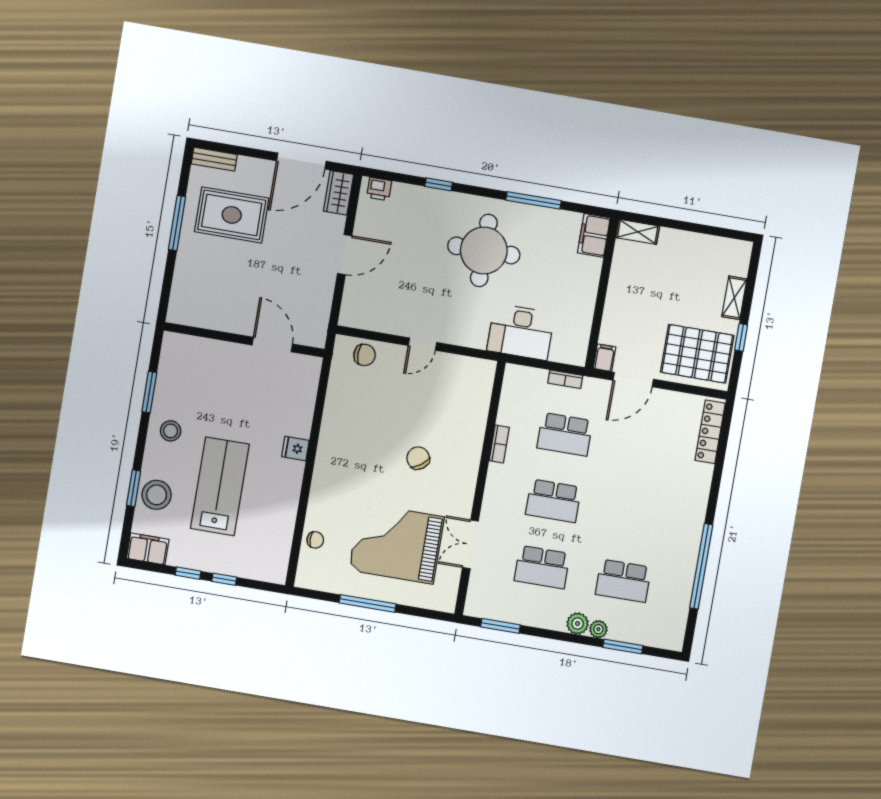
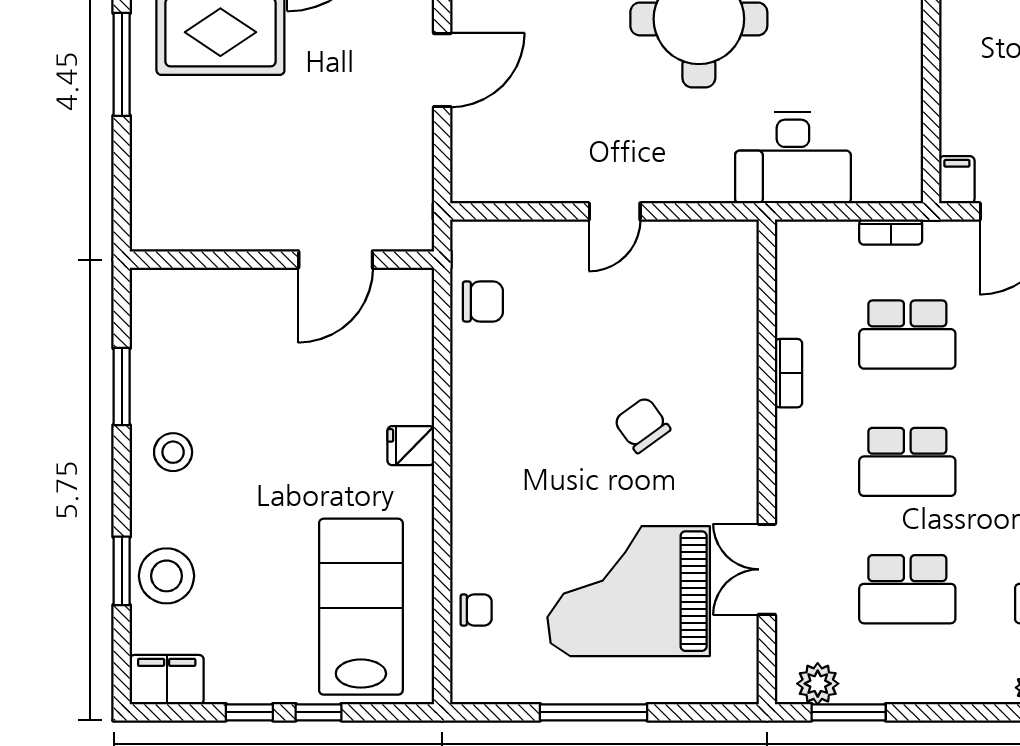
door: (272, 345) -> (336, 260), swing flipped
chair: (365, 355) -> (483, 301), moved
lab bench: (220, 486) -> (361, 607), moved
plant: (578, 624) -> (818, 684), moved

